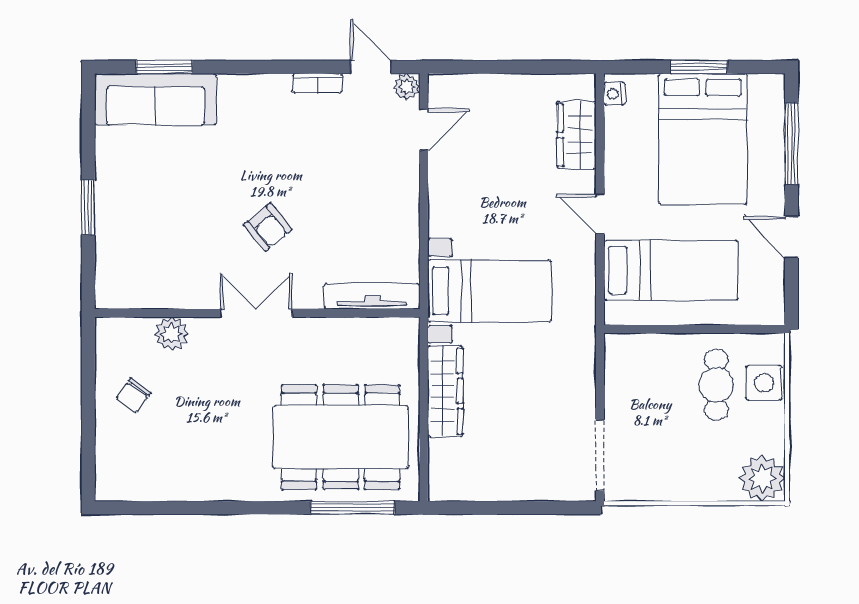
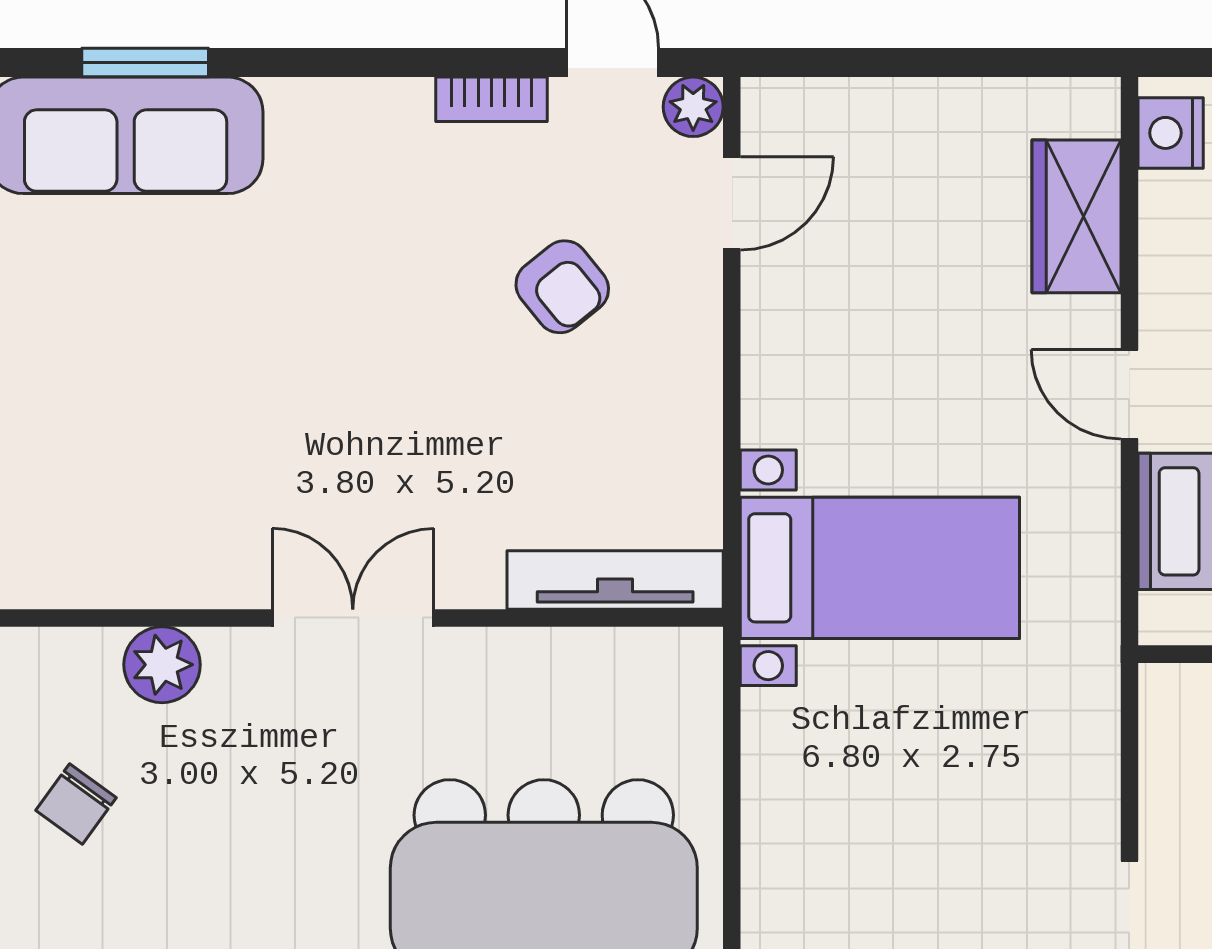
nightstand: (614, 94) -> (1171, 133), width x1.39, depth x1.35
armchair: (268, 227) -> (562, 287), moved
wardrobe: (445, 391) -> (780, 794), removed

